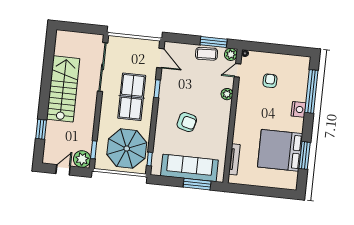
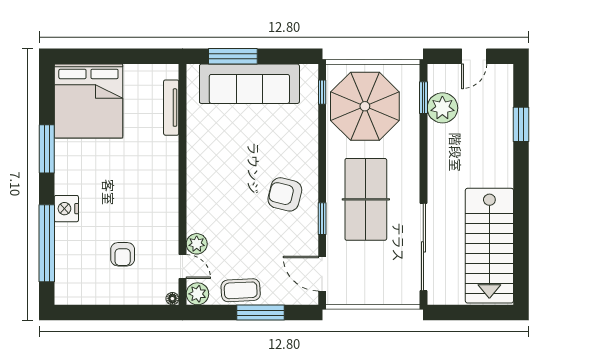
window: (214, 42) -> (260, 313), moved
door: (237, 70) -> (183, 267), hinge flipped
stairs: (63, 89) -> (489, 246), moved
plant: (227, 94) -> (197, 244), moved
armchair: (187, 122) -> (285, 194), moved
bed: (280, 150) -> (88, 101), moved, turned 90
window: (305, 155) -> (47, 149), moved
plant: (82, 159) -> (442, 108), moved

